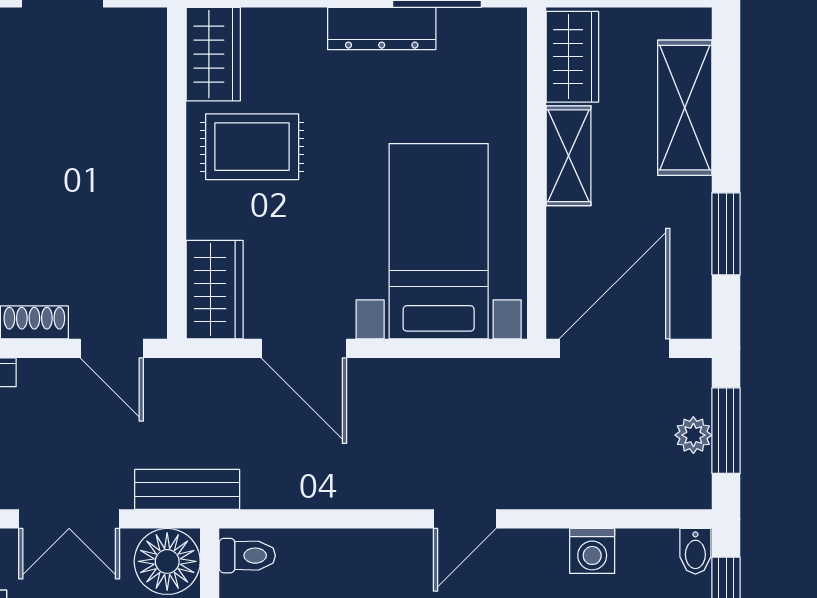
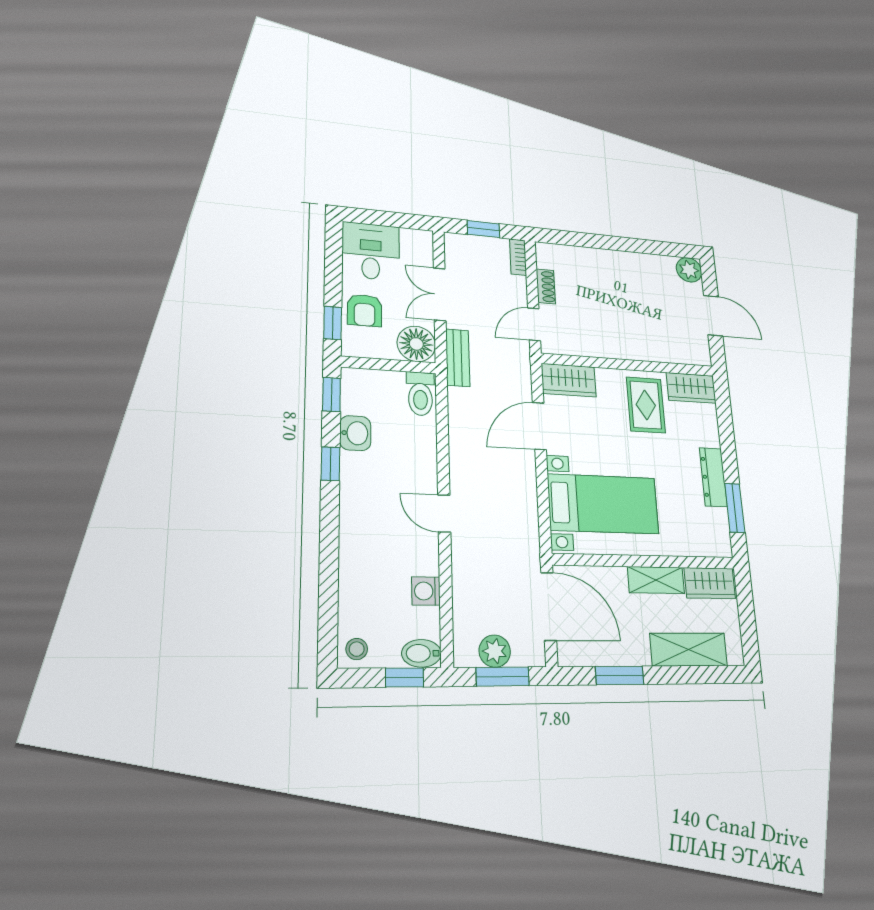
plant: (693, 435) -> (495, 651), width x1.38, depth x1.38
bidet: (695, 551) -> (421, 653), width x1.38, depth x1.36
toilet: (247, 556) -> (420, 394), width x1.37, depth x1.39

